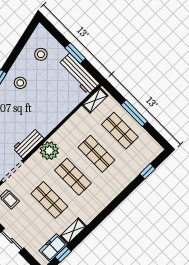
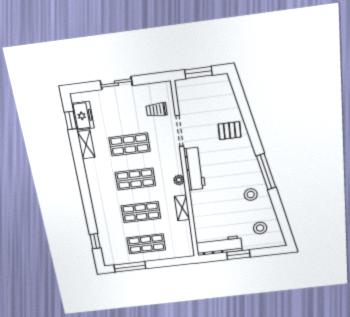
shelving: (95, 100) -> (182, 208), moved
window: (134, 113) -> (130, 267), moved
workbench: (28, 143) -> (194, 169), width x1.38
plant: (49, 151) -> (179, 180), width x0.53, depth x0.53

